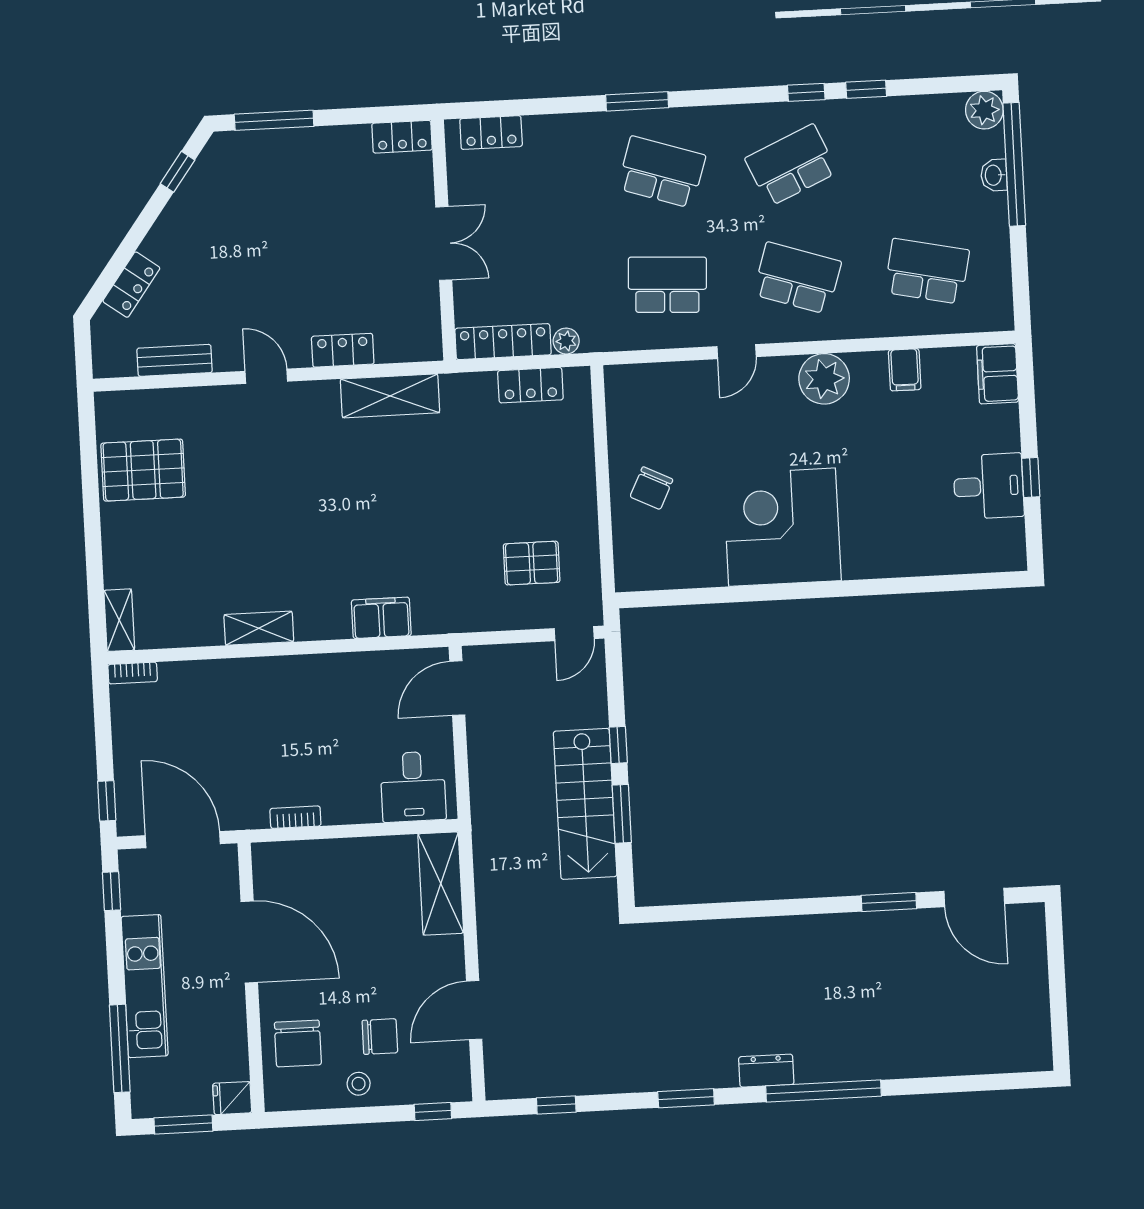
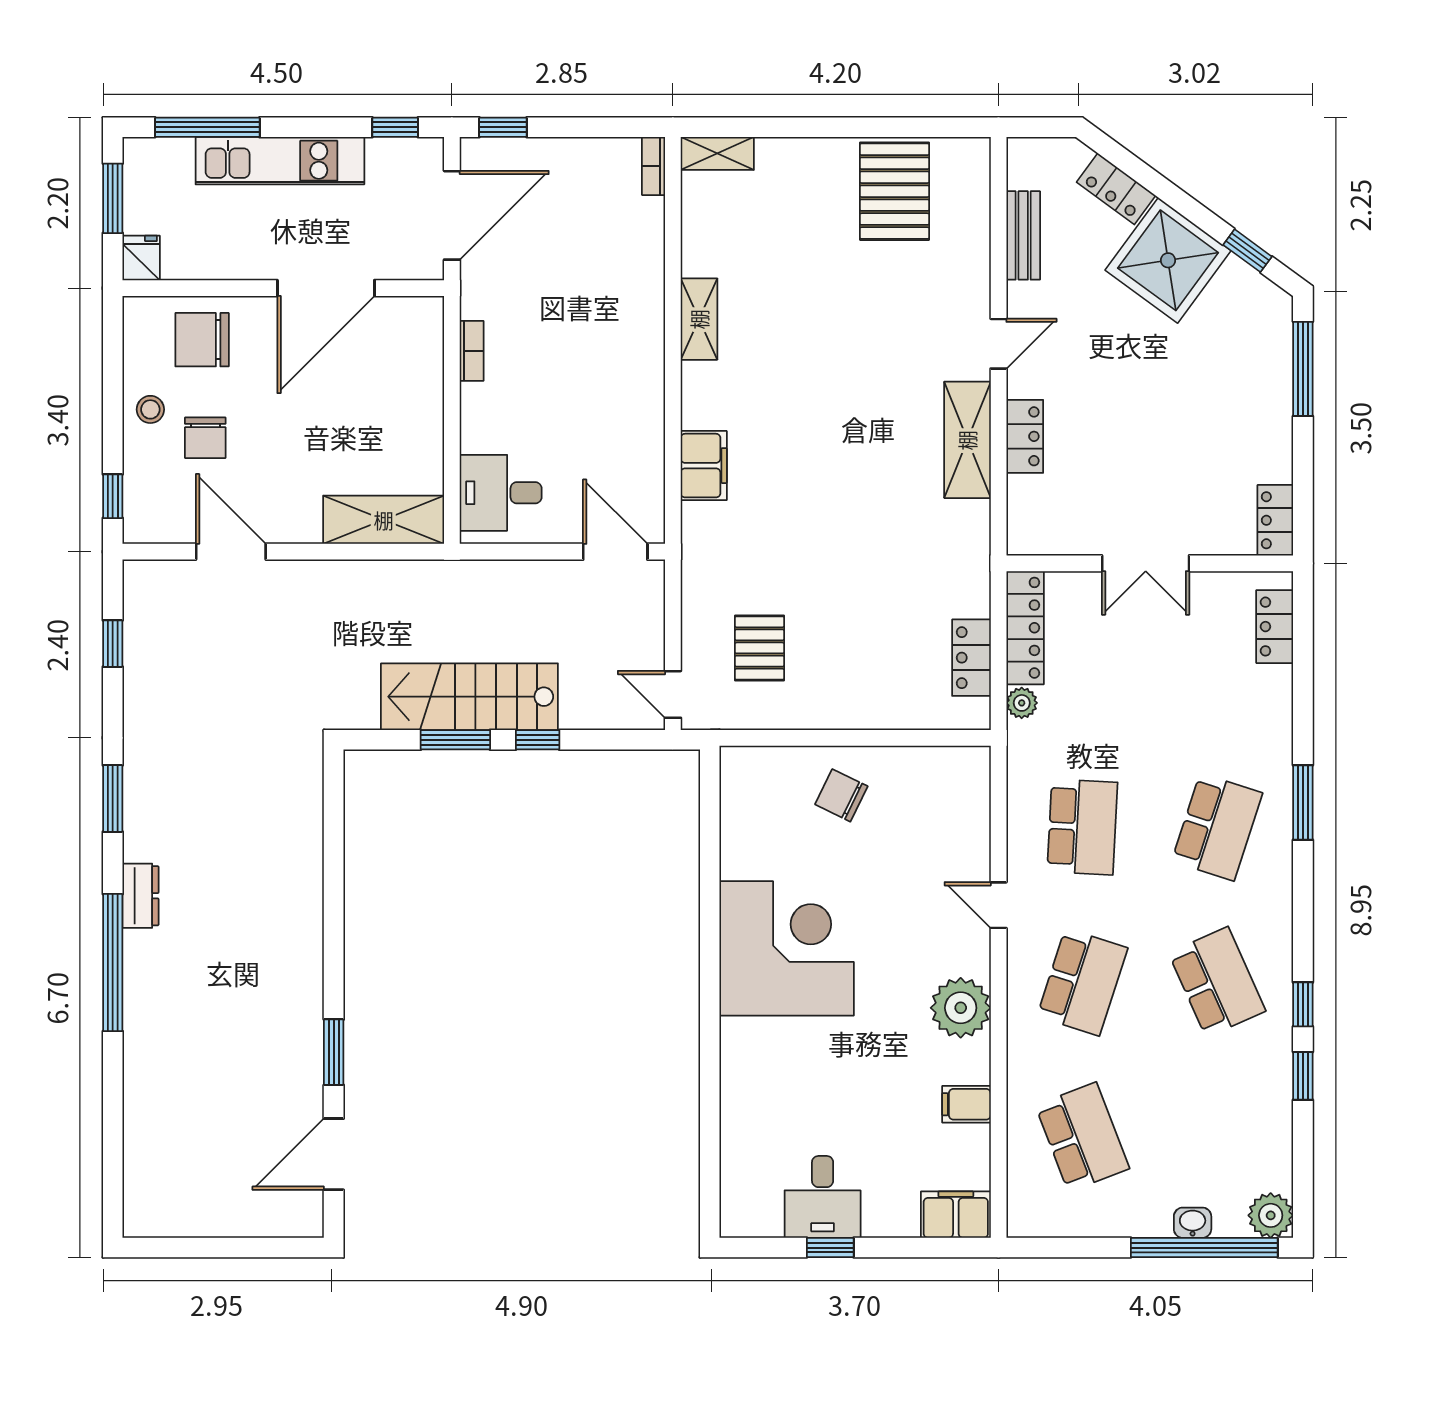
shower: (189, 238) -> (1168, 260), added
school desk: (927, 271) -> (1082, 1137), turned -33
shelving: (390, 396) -> (967, 440), moved

